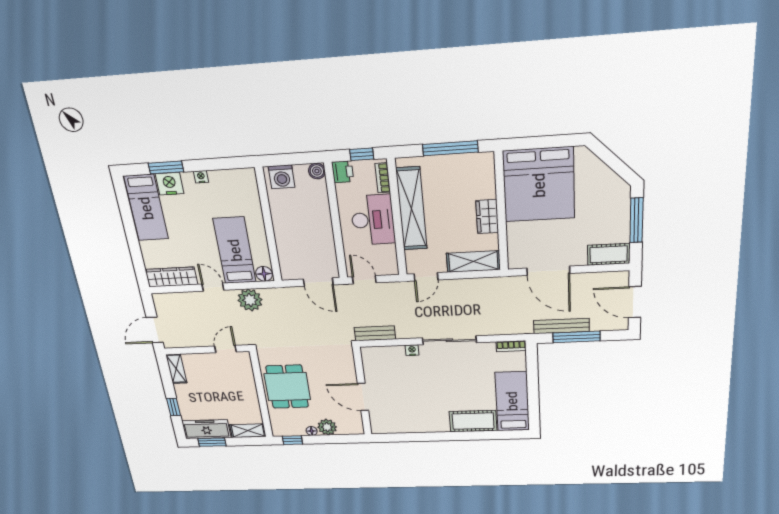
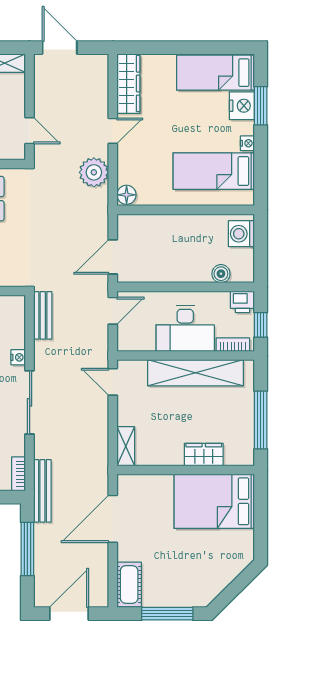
boiler: (317, 171) -> (221, 274), moved
bed: (539, 185) -> (214, 501), width x0.73
wardrobe: (487, 217) -> (204, 455), moved
bed: (235, 250) -> (214, 171), moved, turned 180
shelving: (473, 261) -> (126, 446), width x0.67, depth x0.75
bench: (561, 326) -> (42, 491), moved

